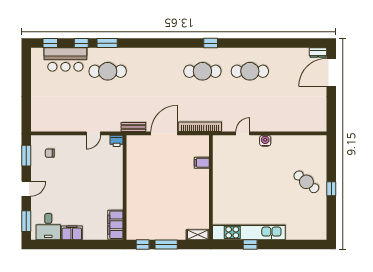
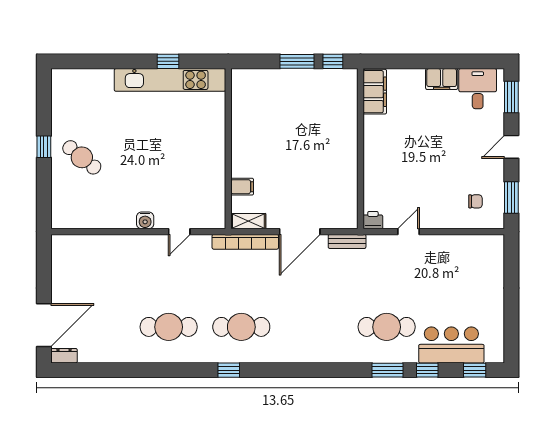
shelving: (198, 235) -> (248, 221), moved

